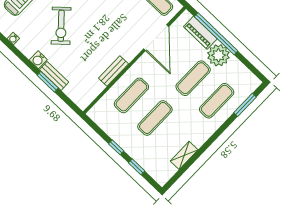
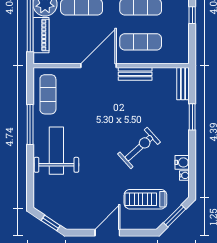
door: (156, 38) -> (98, 66), moved
water cooler: (38, 60) -> (182, 162), moved
bench: (54, 76) -> (183, 84), moved

